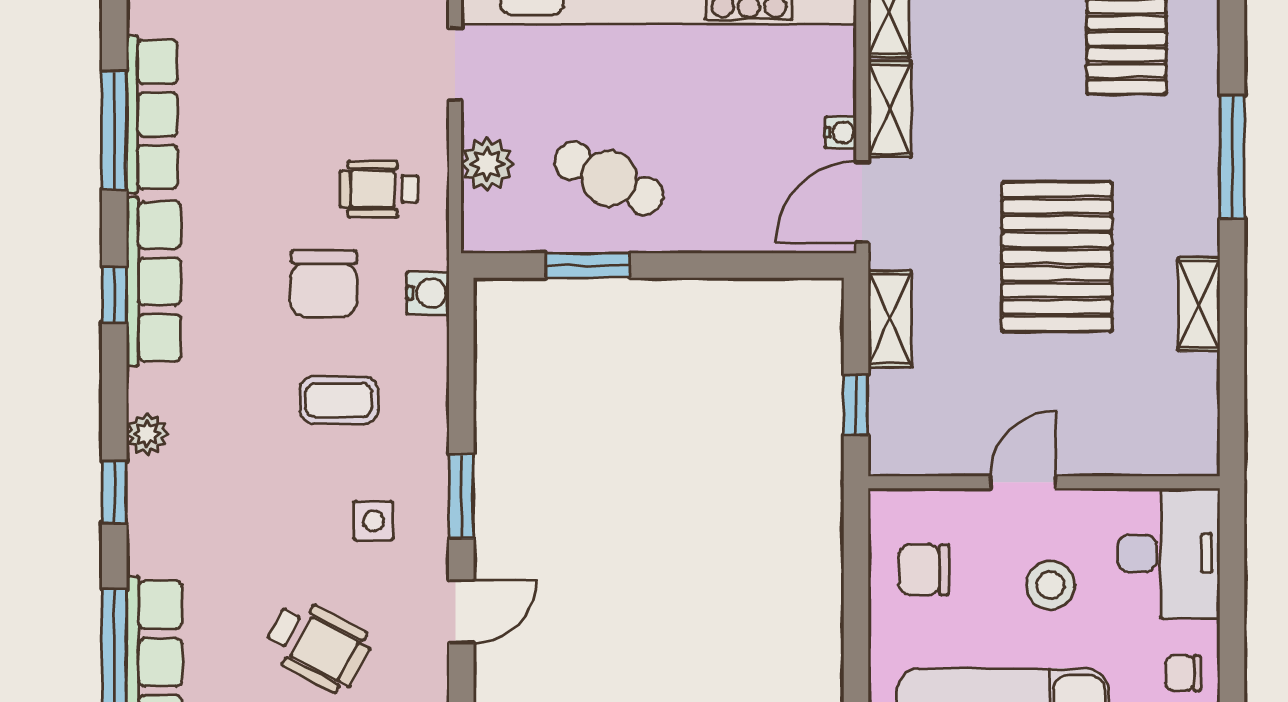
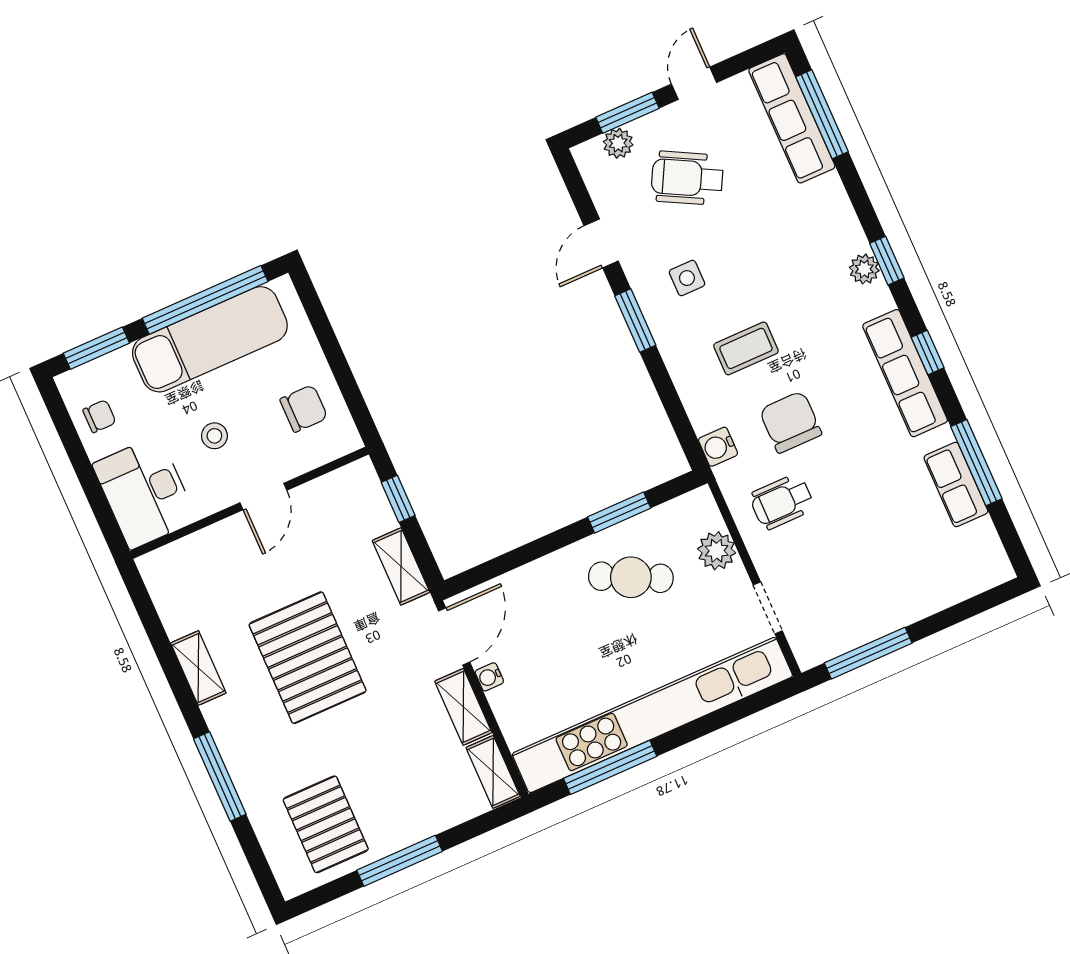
row of seats: (152, 114) -> (956, 484), width x0.68
wheelchair: (379, 189) -> (782, 502), turned 180
window: (114, 492) -> (887, 261), moved
stool: (1050, 585) -> (214, 436), width x0.73, depth x0.73

